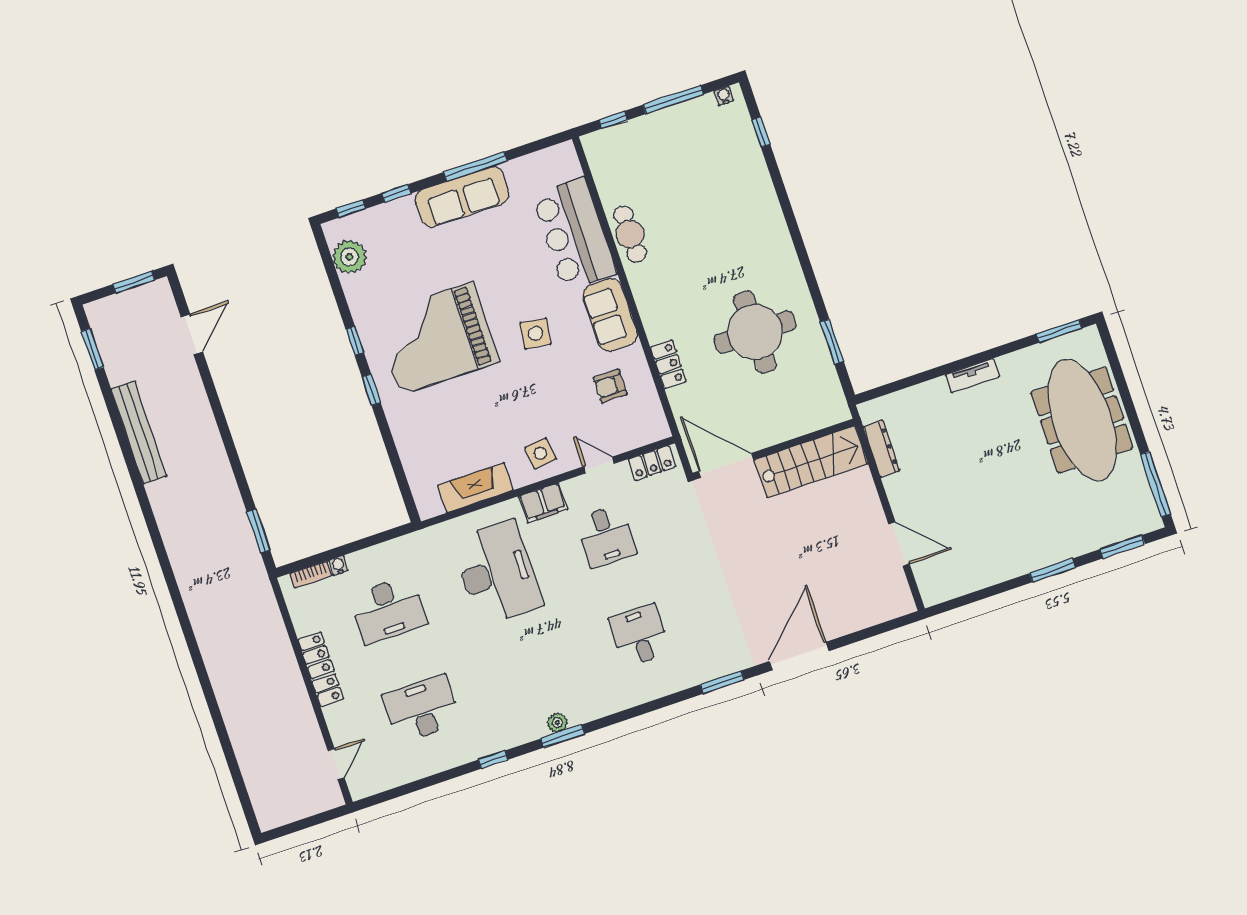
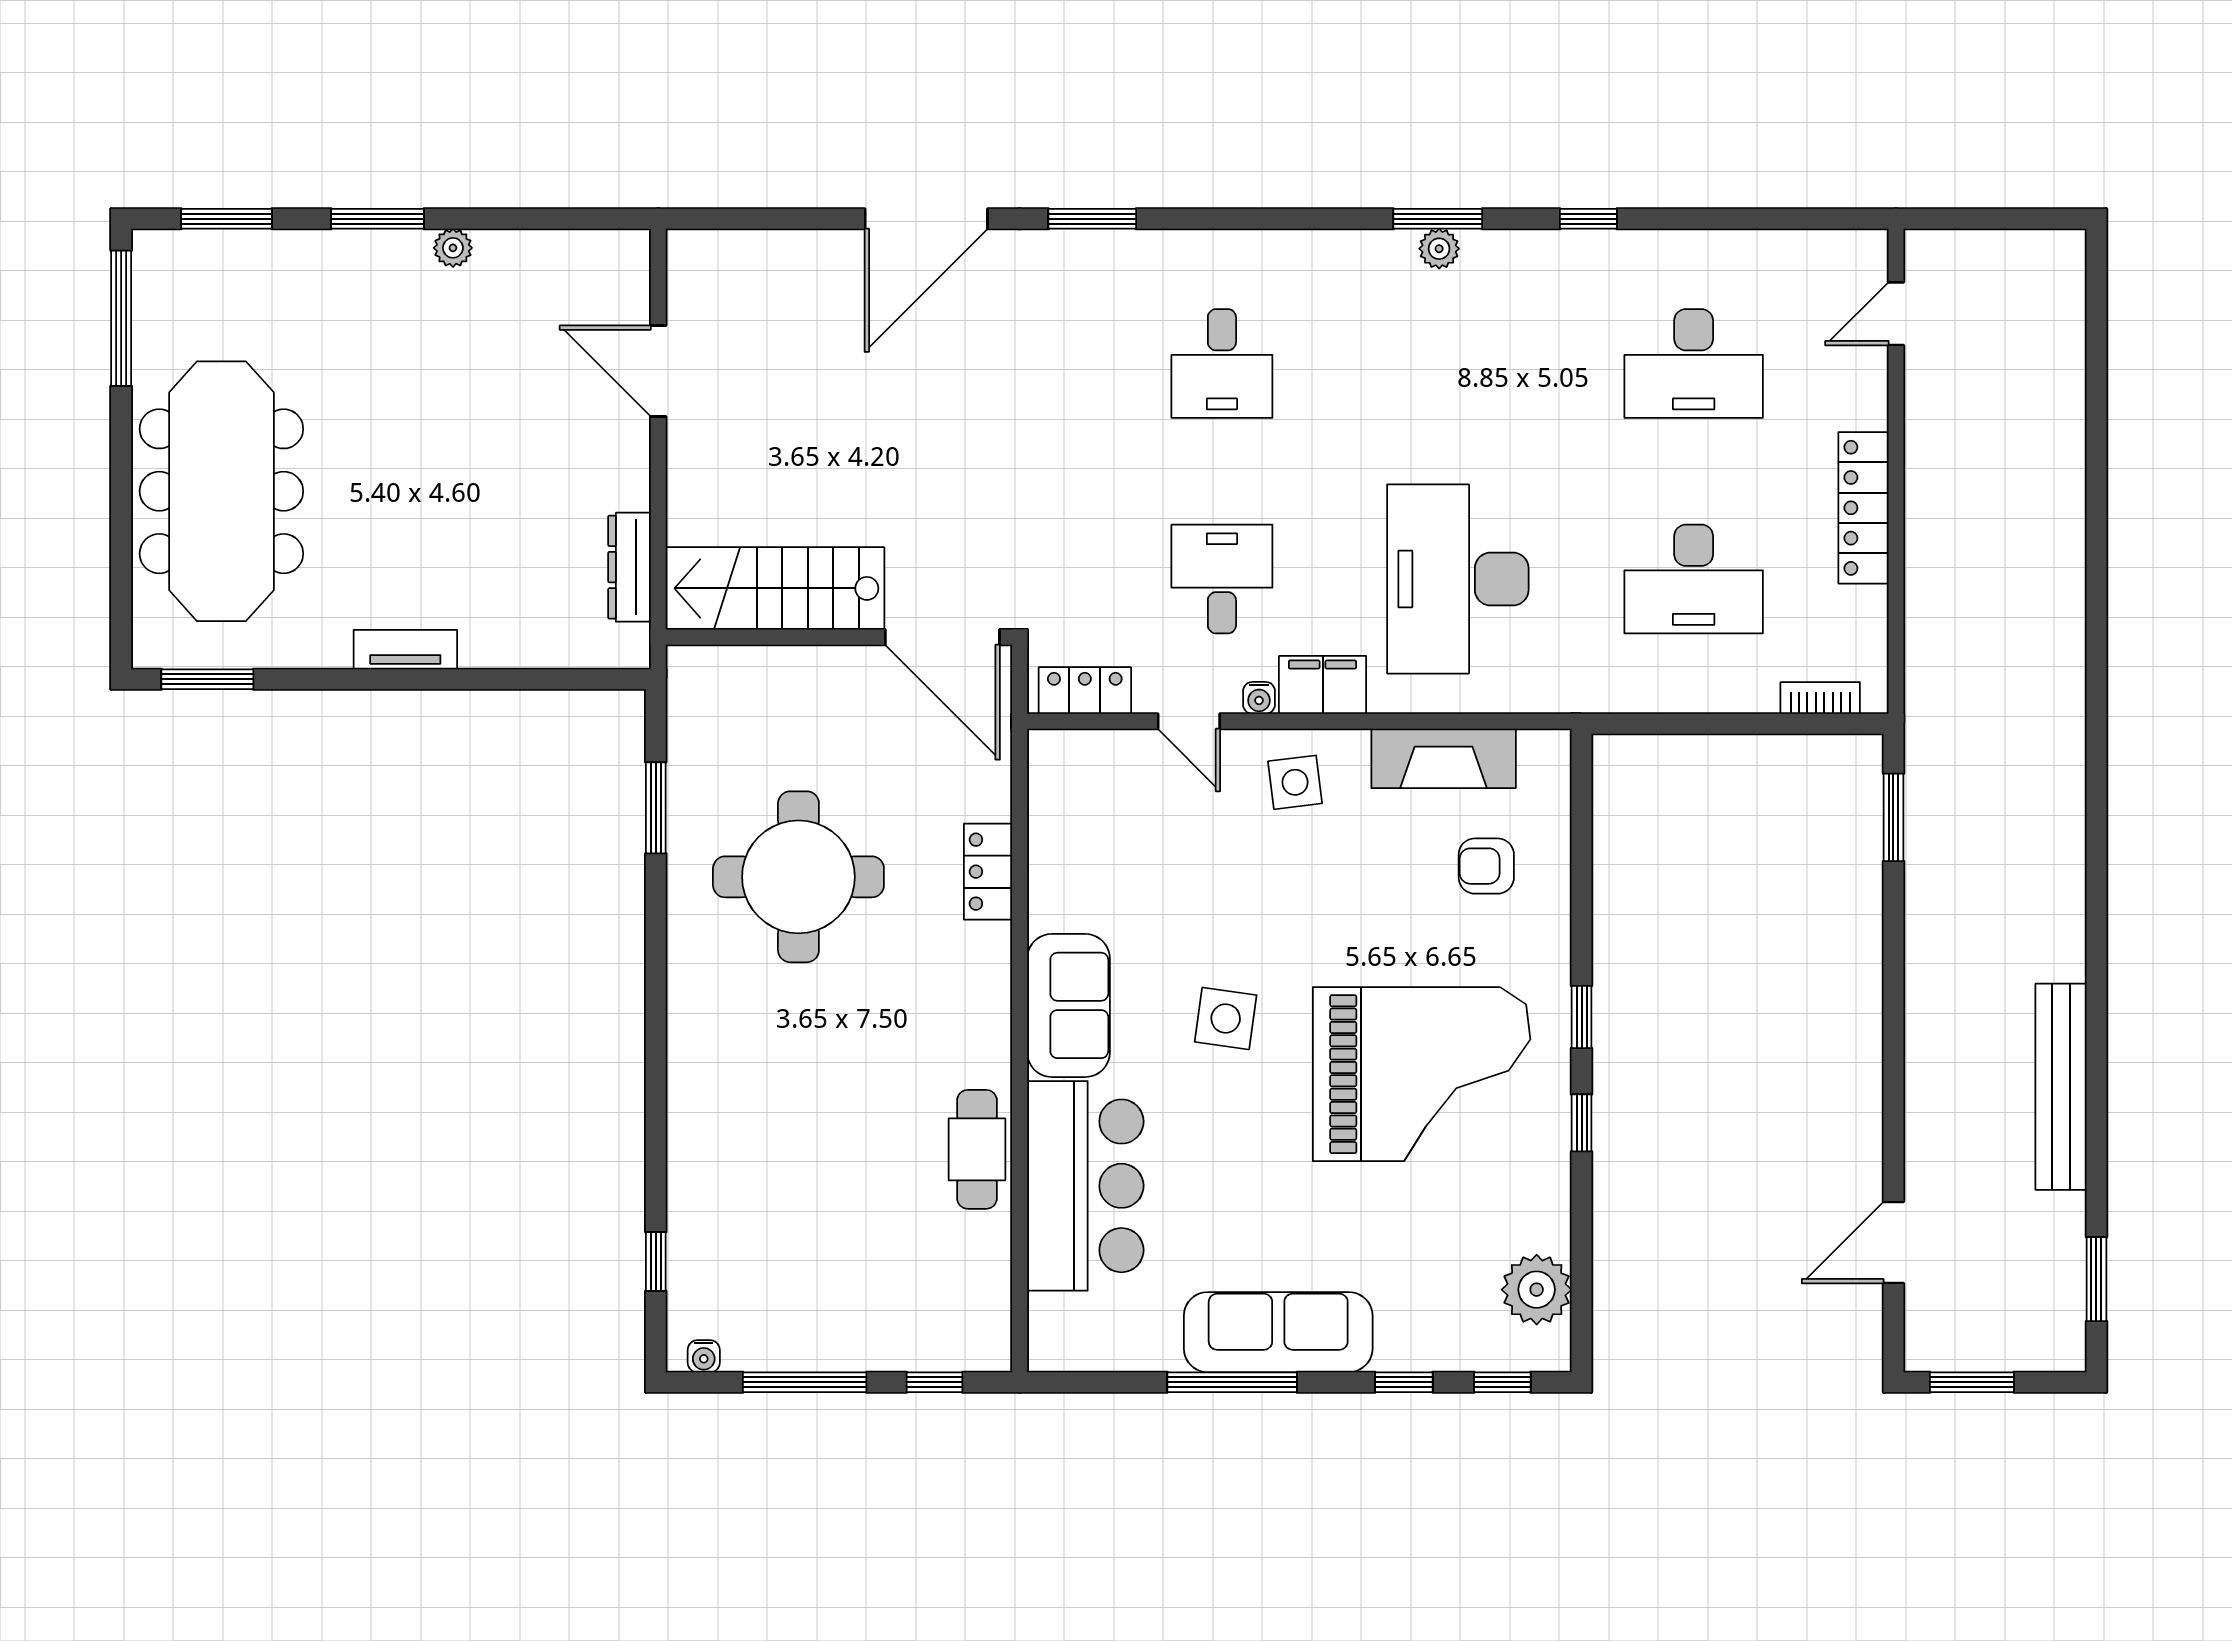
armchair: (610, 386) -> (1486, 866), moved, turned 180
water cooler: (339, 565) -> (1259, 698), moved
plant: (1013, 569) -> (453, 248), added
desk: (388, 610) -> (1694, 579), turned 180

